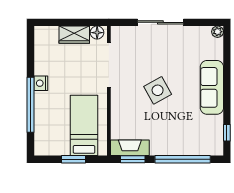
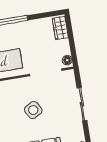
wardrobe: (74, 35) -> (60, 28), moved
nightstand: (41, 83) -> (24, 26), removed

